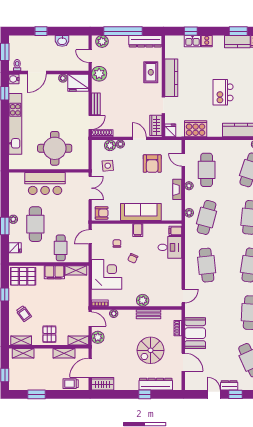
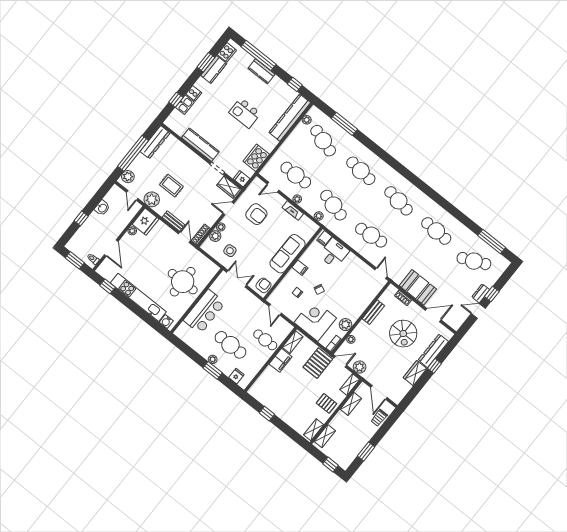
door: (90, 56) -> (132, 195), hinge flipped
rug: (151, 72) -> (171, 186), moved
water cooler: (14, 79) -> (166, 321), moved
pallet: (23, 276) -> (318, 363), moved
plant: (143, 300) -> (346, 325), moved
trolley: (24, 314) -> (294, 411), removed
wardrobe: (103, 384) -> (415, 373), moved

